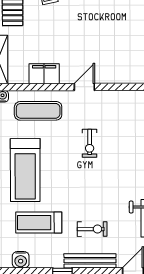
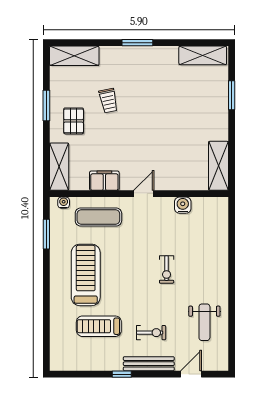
exercise bike: (90, 143) -> (167, 270), moved
treadmill: (25, 170) -> (86, 275), turned 180
water cooler: (21, 260) -> (183, 205), moved, turned 180

